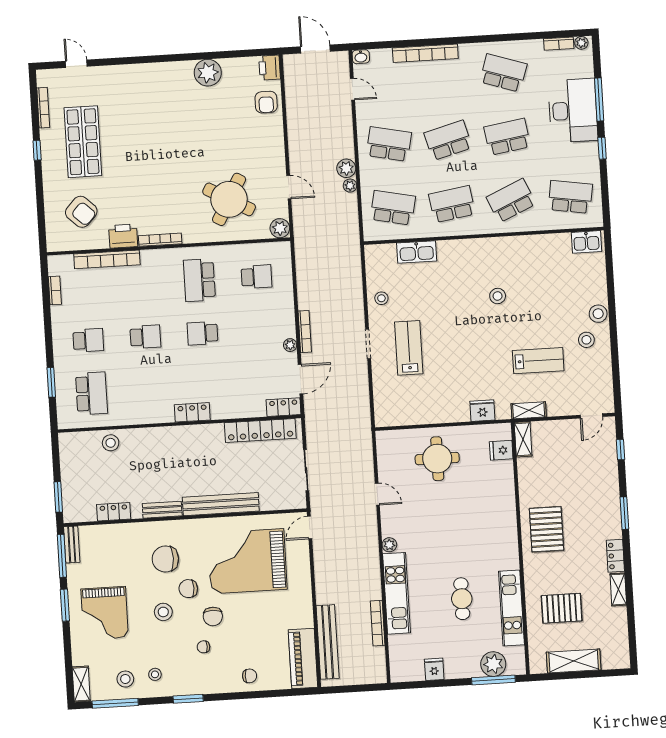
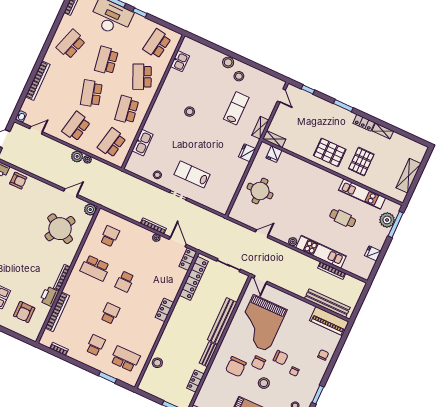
armchair: (81, 212) -> (24, 312), turned 137
kitchen sink: (586, 242) -> (180, 61), moved
pallet: (562, 608) -> (361, 162), moved

